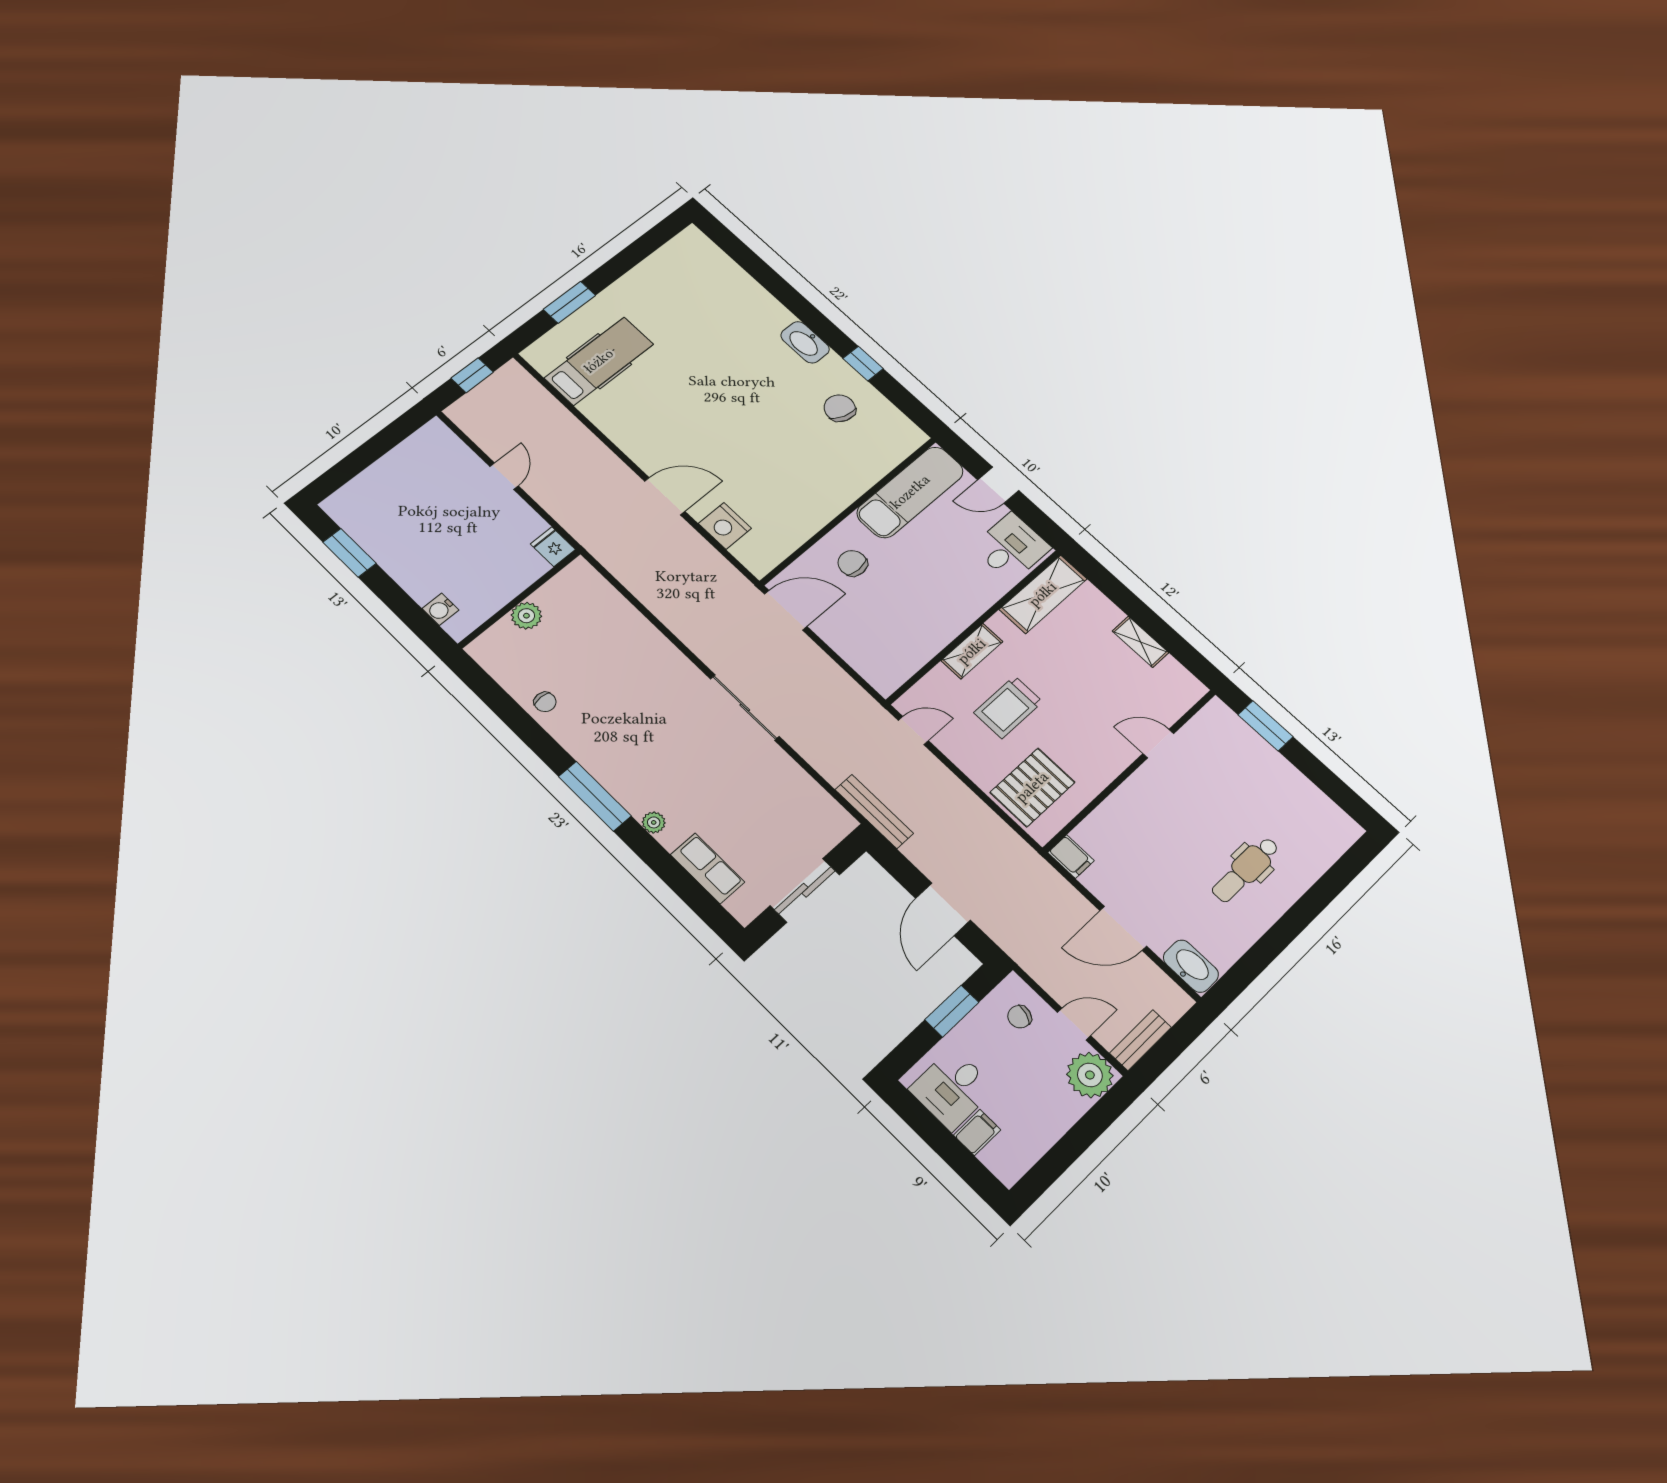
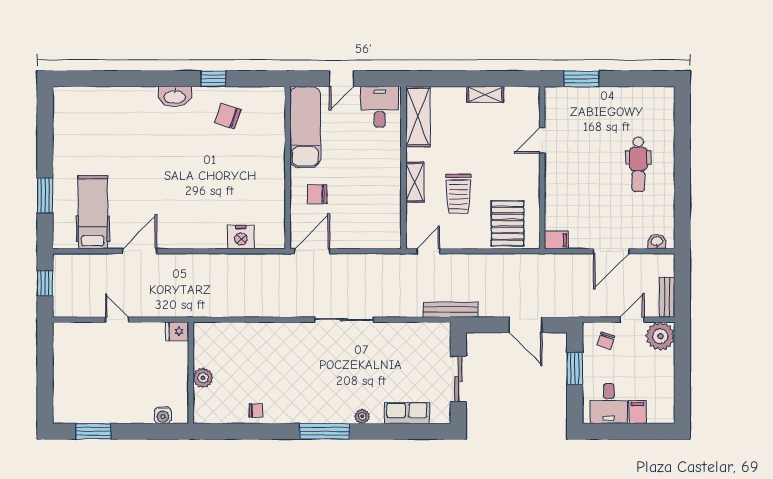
door: (665, 496) -> (140, 251), moved
washbasin: (1191, 966) -> (657, 242), width x0.52, depth x0.69

